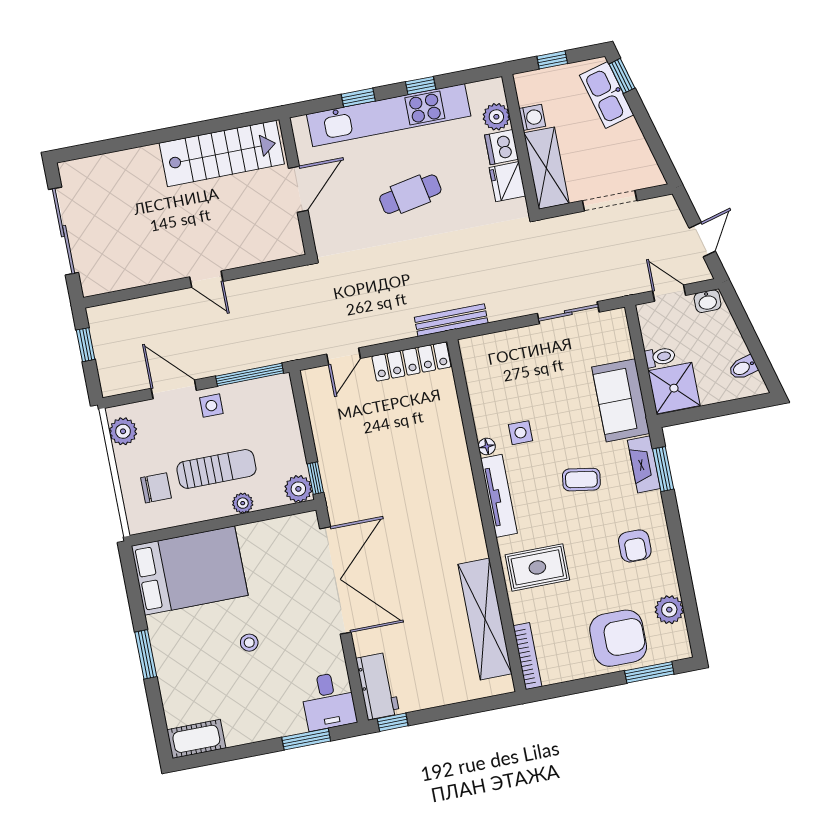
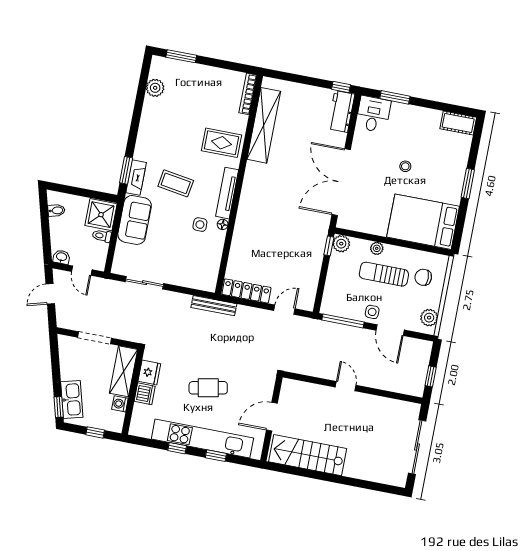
plant: (496, 117) -> (141, 413), removed
coffee table: (581, 480) -> (176, 183), width x1.36, depth x1.30
armchair: (635, 546) -> (160, 133), removed
armchair: (618, 638) -> (191, 83), removed

